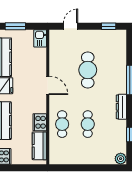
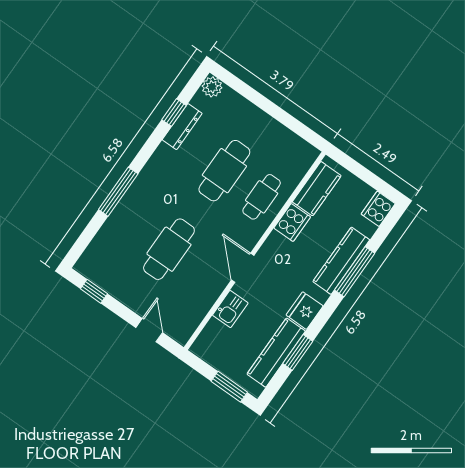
door: (71, 26) -> (149, 330), swing flipped
kitchen sink: (40, 38) -> (230, 309), moved
dresser: (121, 107) -> (182, 127), moved
cafe table: (88, 124) -> (224, 171), width x1.37, depth x1.35

